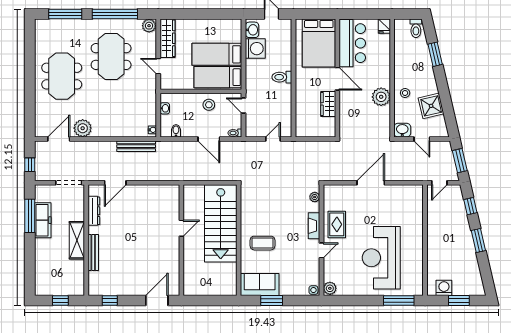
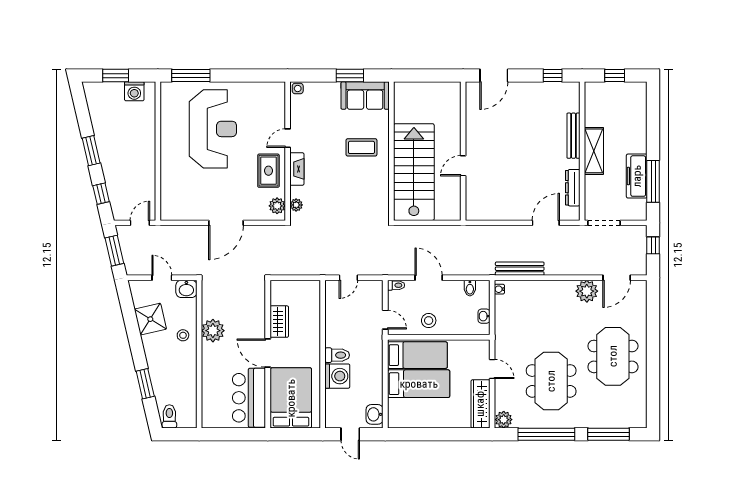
fridge: (384, 26) -> (209, 419), removed
washing machine: (255, 49) -> (337, 376), moved, turned 180
plant: (330, 288) -> (277, 206), moved

